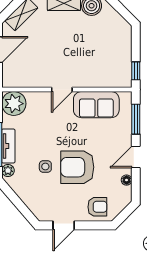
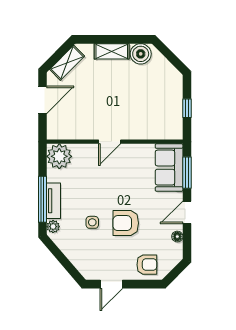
window: (136, 71) -> (187, 108), moved
sofa: (96, 105) -> (169, 168), moved, turned 90
armchair: (77, 167) -> (126, 223), width x0.73, depth x0.73

